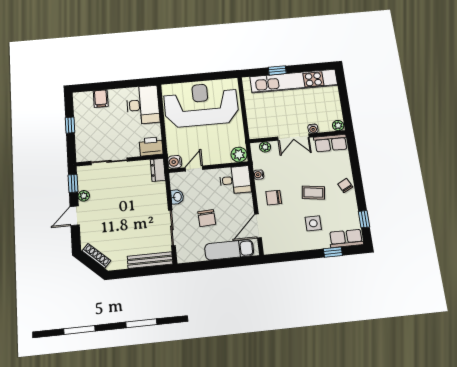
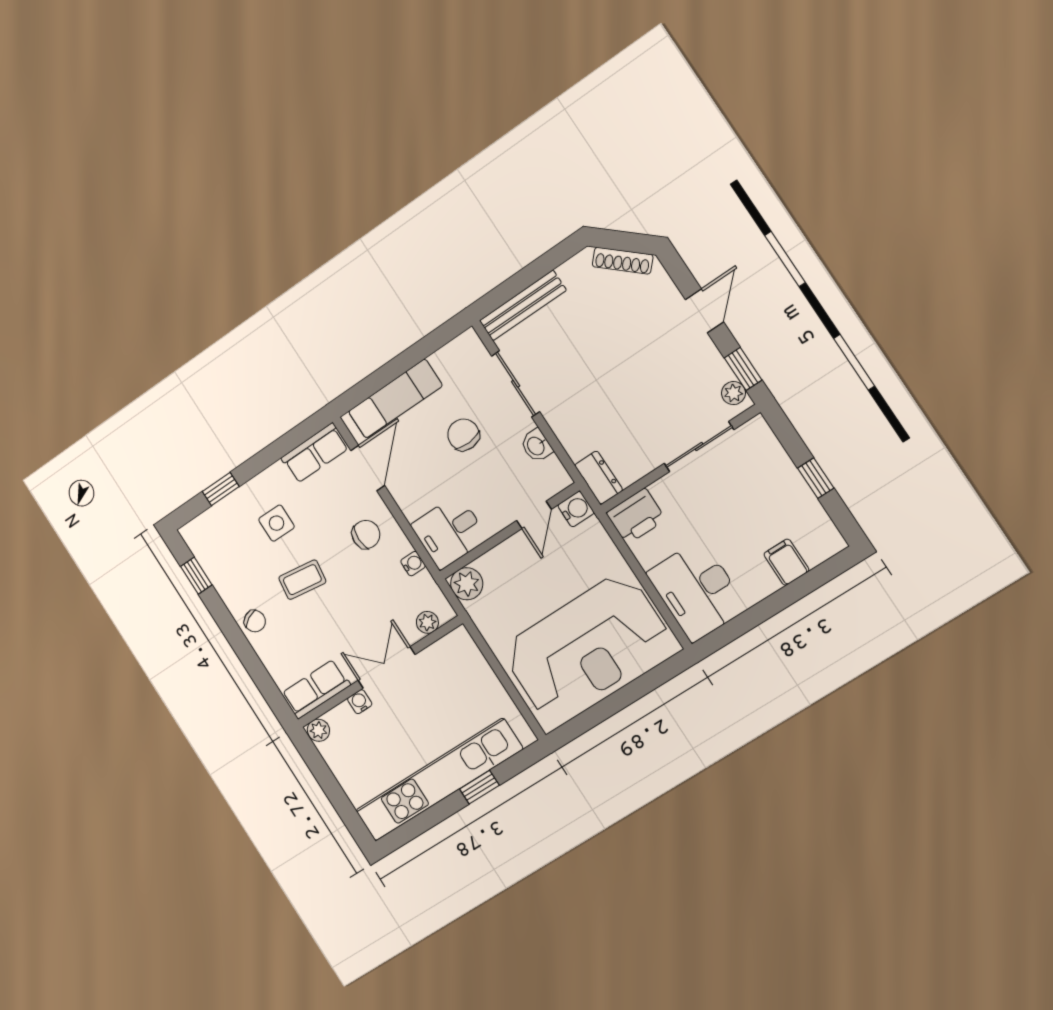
plant: (84, 196) -> (733, 393), moved
row of seats: (346, 238) -> (315, 453), moved

